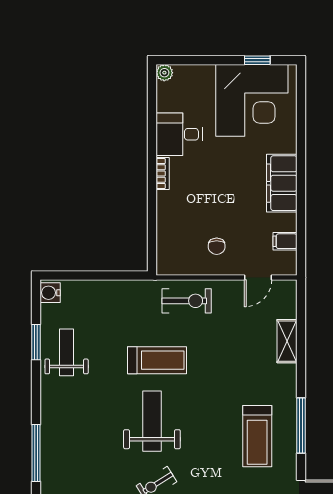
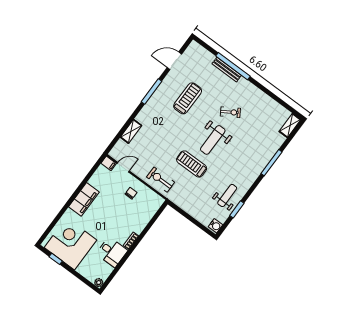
filing cabinet: (285, 241) -> (109, 163), moved
weight bench: (67, 352) -> (227, 195), turned 180
treadmill: (257, 436) -> (188, 98), moved

